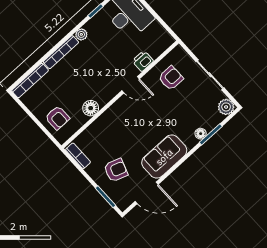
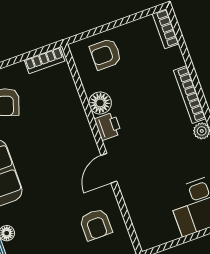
printer: (143, 61) -> (108, 126), moved
bookcase: (30, 81) -> (166, 29), width x0.64

